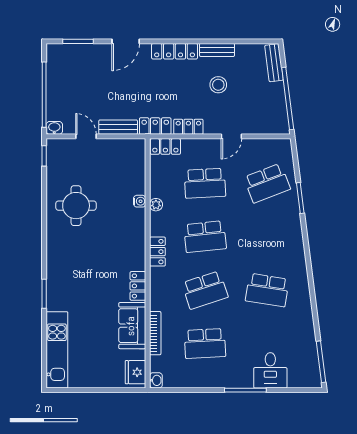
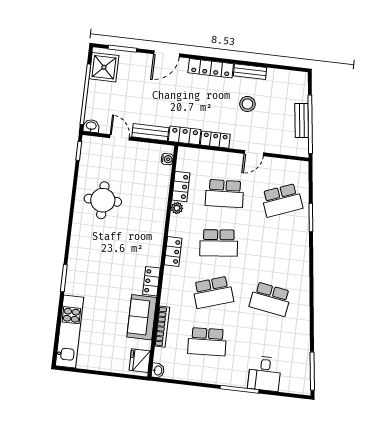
bench: (274, 63) -> (302, 120), moved
shower: (61, 64) -> (104, 67), added
locker: (165, 146) -> (181, 187), moved, turned -90
water cooler: (140, 201) -> (167, 159), moved

